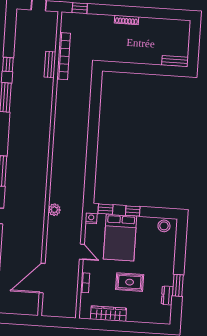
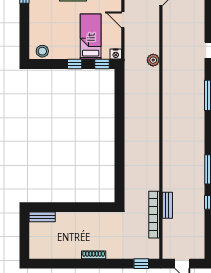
bed: (120, 238) -> (91, 37), width x0.67

